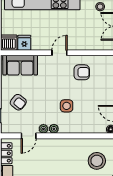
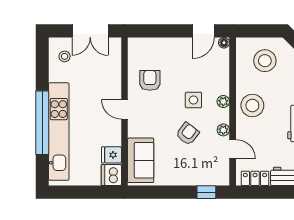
armchair: (18, 102) -> (188, 134), moved
plant: (54, 129) -> (223, 101), moved
stool: (62, 151) -> (252, 105), added

